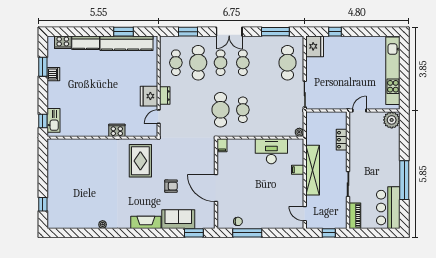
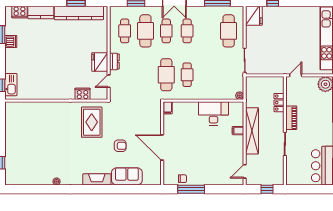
cooker: (117, 130) -> (83, 94), moved
door: (305, 214) -> (245, 171), hinge flipped
piano: (355, 216) -> (291, 118), moved
window: (194, 233) -> (141, 189), removed

